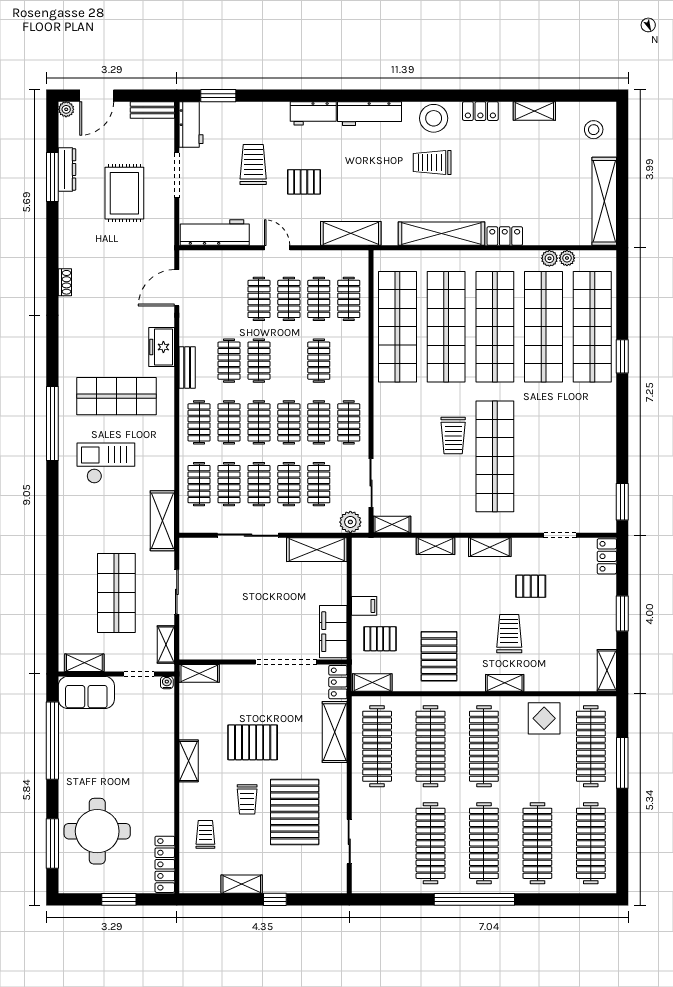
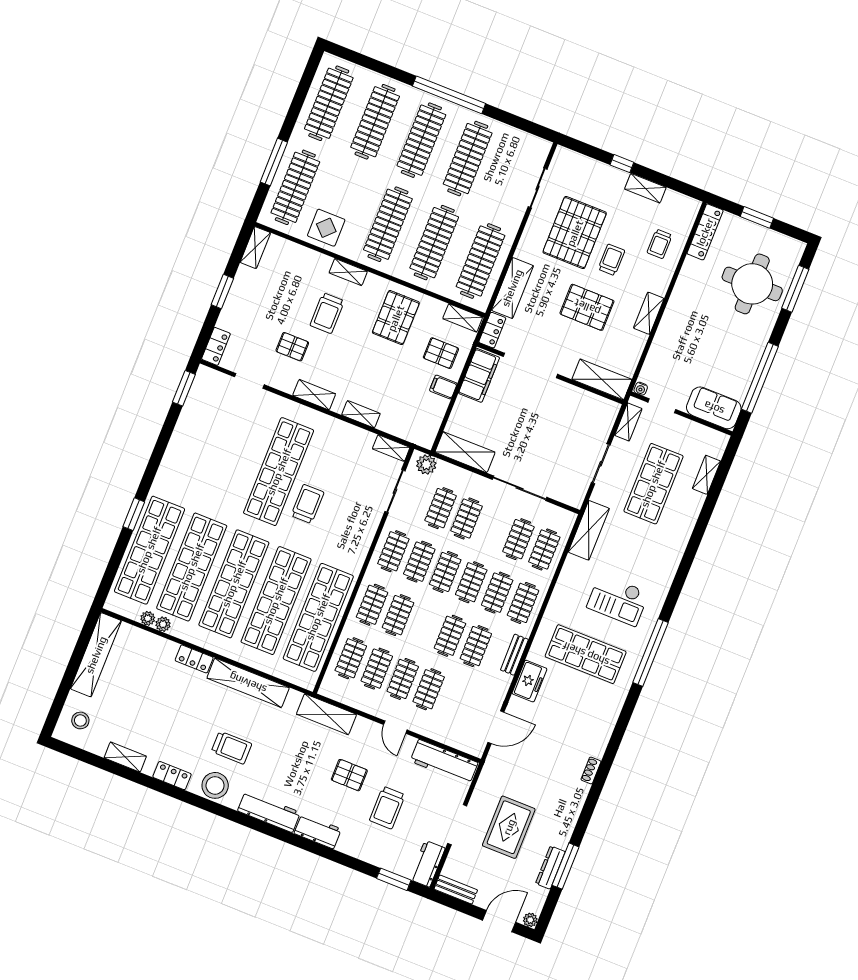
clothes rail: (259, 484) -> (372, 605), moved
shelving: (84, 663) -> (706, 475), moved, turned 90
shelving: (199, 673) -> (602, 379), width x1.50, depth x1.33

